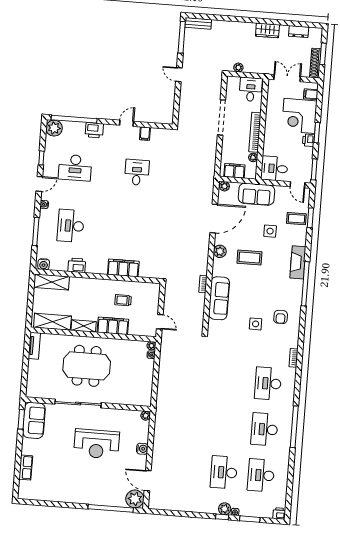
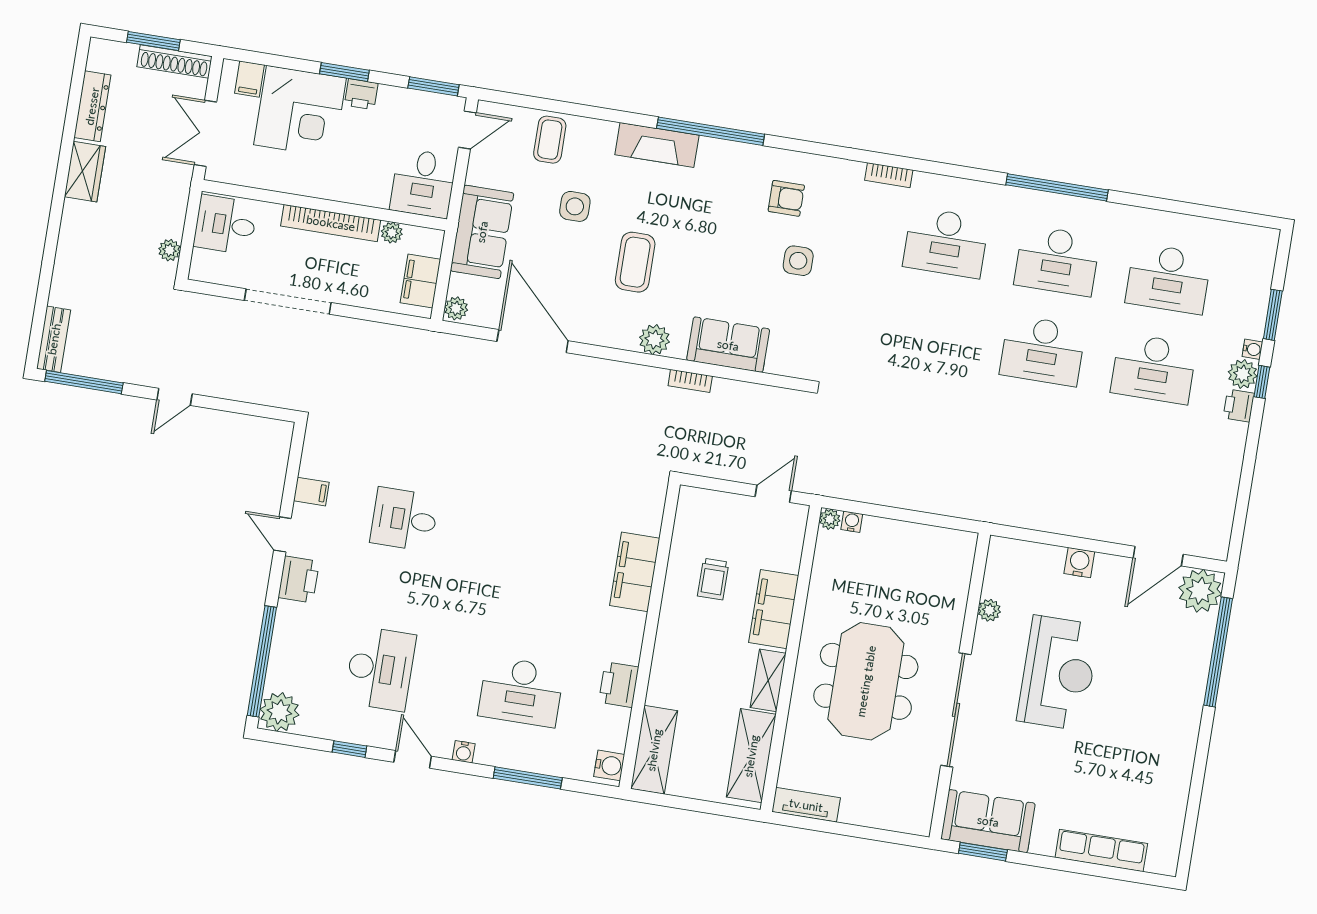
dresser: (299, 32) -> (92, 106), width x1.44
printer: (94, 130) -> (299, 579), moved
window: (310, 218) -> (551, 105), removed
plant: (220, 251) -> (654, 340), moved
sofa: (219, 298) -> (728, 345), width x0.73
plant: (146, 416) -> (989, 610), moved
desk: (227, 426) -> (1043, 351), added
row of seats: (26, 468) -> (1101, 851), width x1.48
printer: (279, 513) -> (1239, 406), moved

